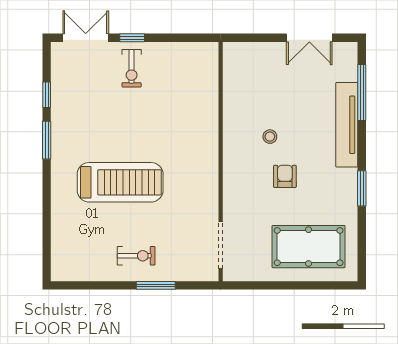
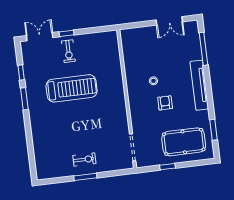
tv unit: (347, 125) -> (199, 85), moved
treadmill: (120, 182) -> (72, 88), moved
window: (362, 188) -> (214, 130), moved
window: (156, 285) -> (85, 177), moved
window: (276, 285) -> (168, 167), added

